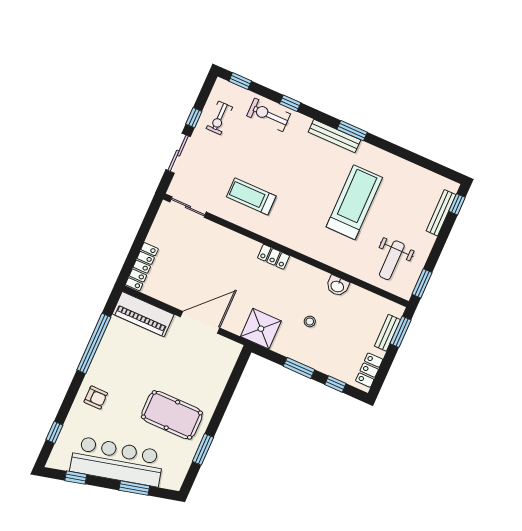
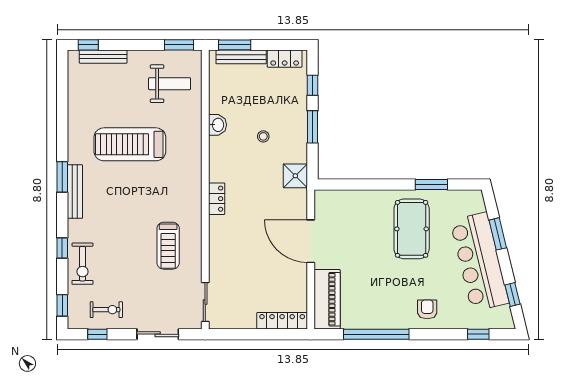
window: (194, 118) -> (97, 334), moved
shower: (261, 329) -> (295, 176), width x0.73, depth x0.73
bench: (387, 333) -> (241, 57), width x1.36

